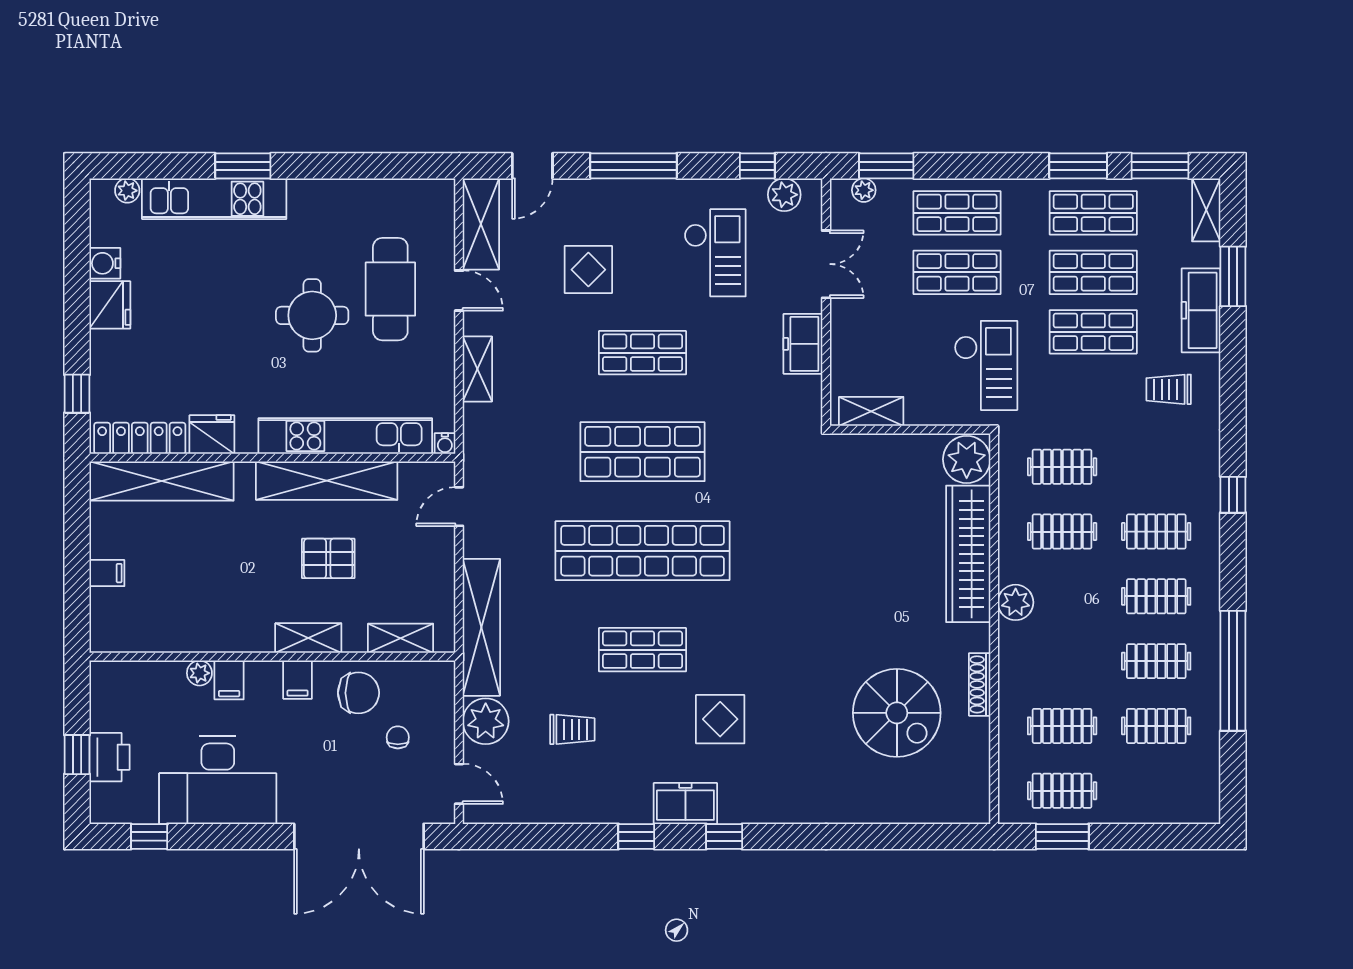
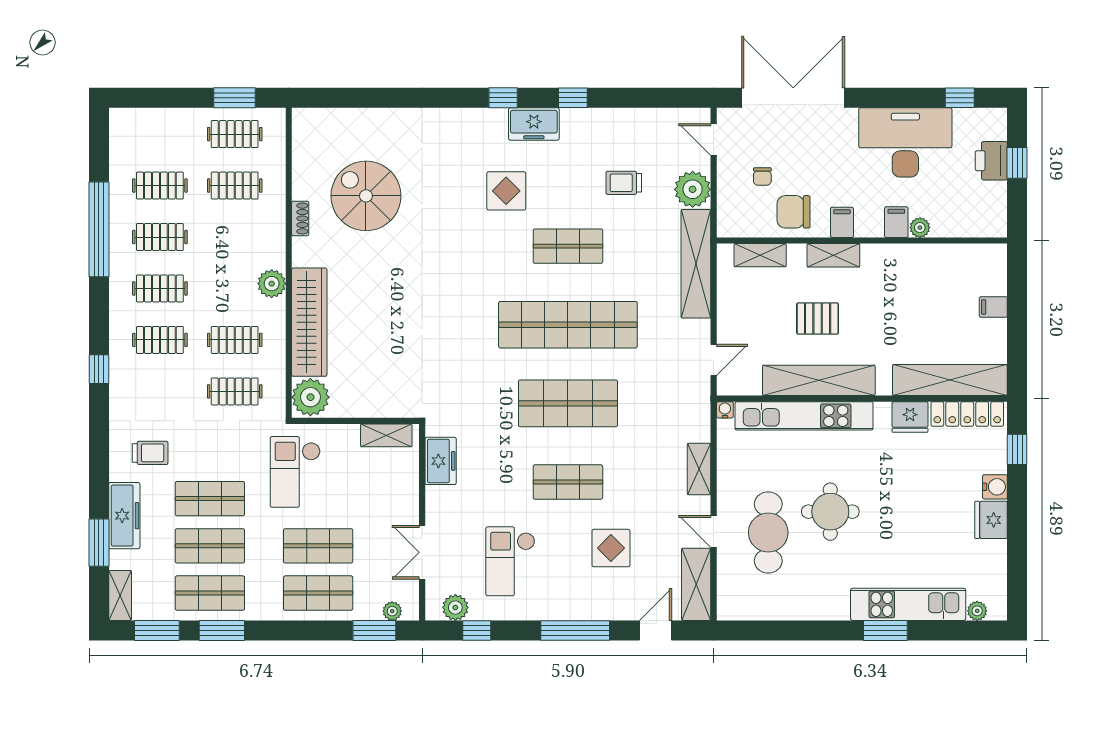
water cooler: (105, 263) -> (995, 487), moved
freezer: (803, 344) -> (441, 461), moved
shoe rack: (980, 684) -> (300, 218), width x0.70

